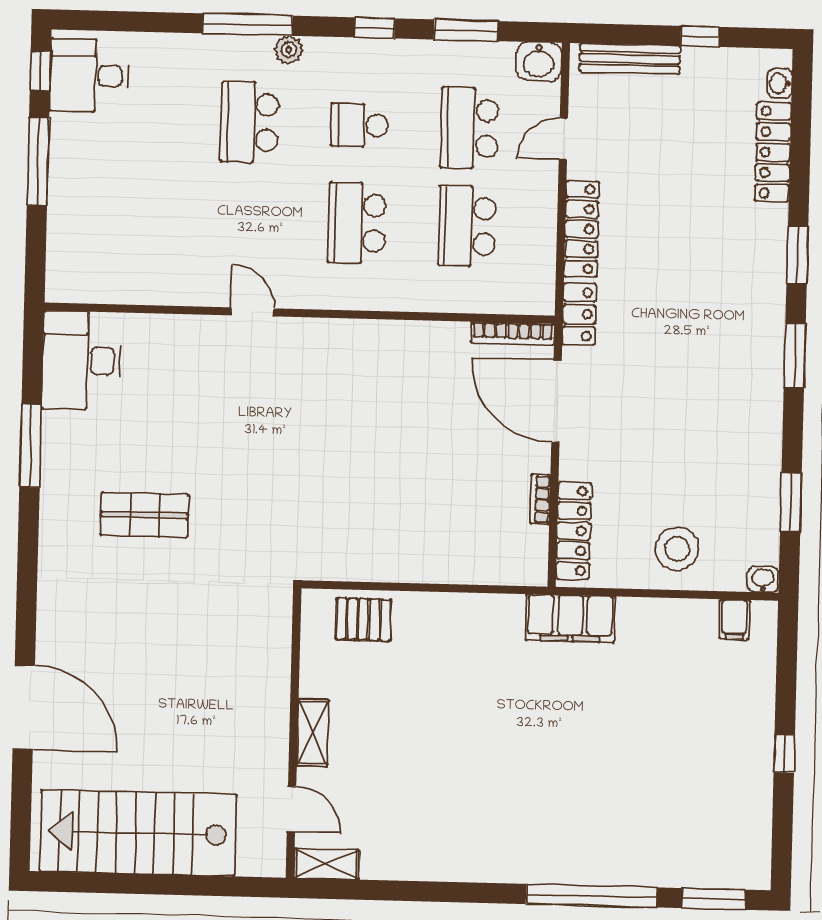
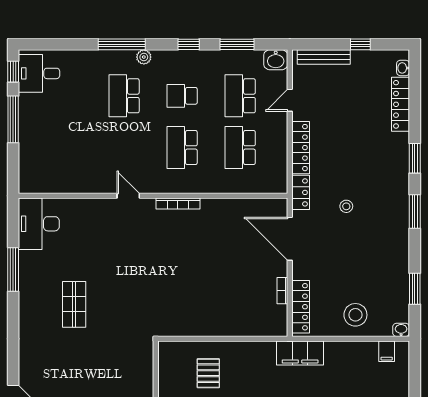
bookcase: (513, 333) -> (178, 203), moved
stool: (665, 343) -> (346, 206), added
shop shelf: (144, 515) -> (74, 304), turned 90
pallet: (363, 619) -> (208, 373), moved, turned 90

